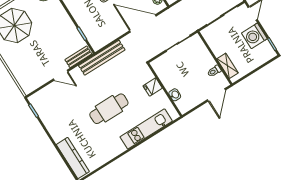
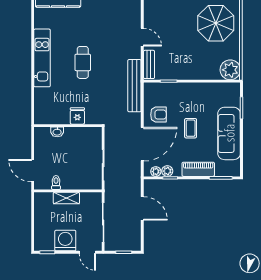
armchair: (112, 25) -> (158, 115), added
shelving: (227, 66) -> (66, 198), moved
door: (61, 75) -> (142, 37), swing flipped
cafe table: (109, 109) -> (83, 62), width x0.73, depth x0.74
kitchen unit: (146, 129) -> (42, 58), moved

